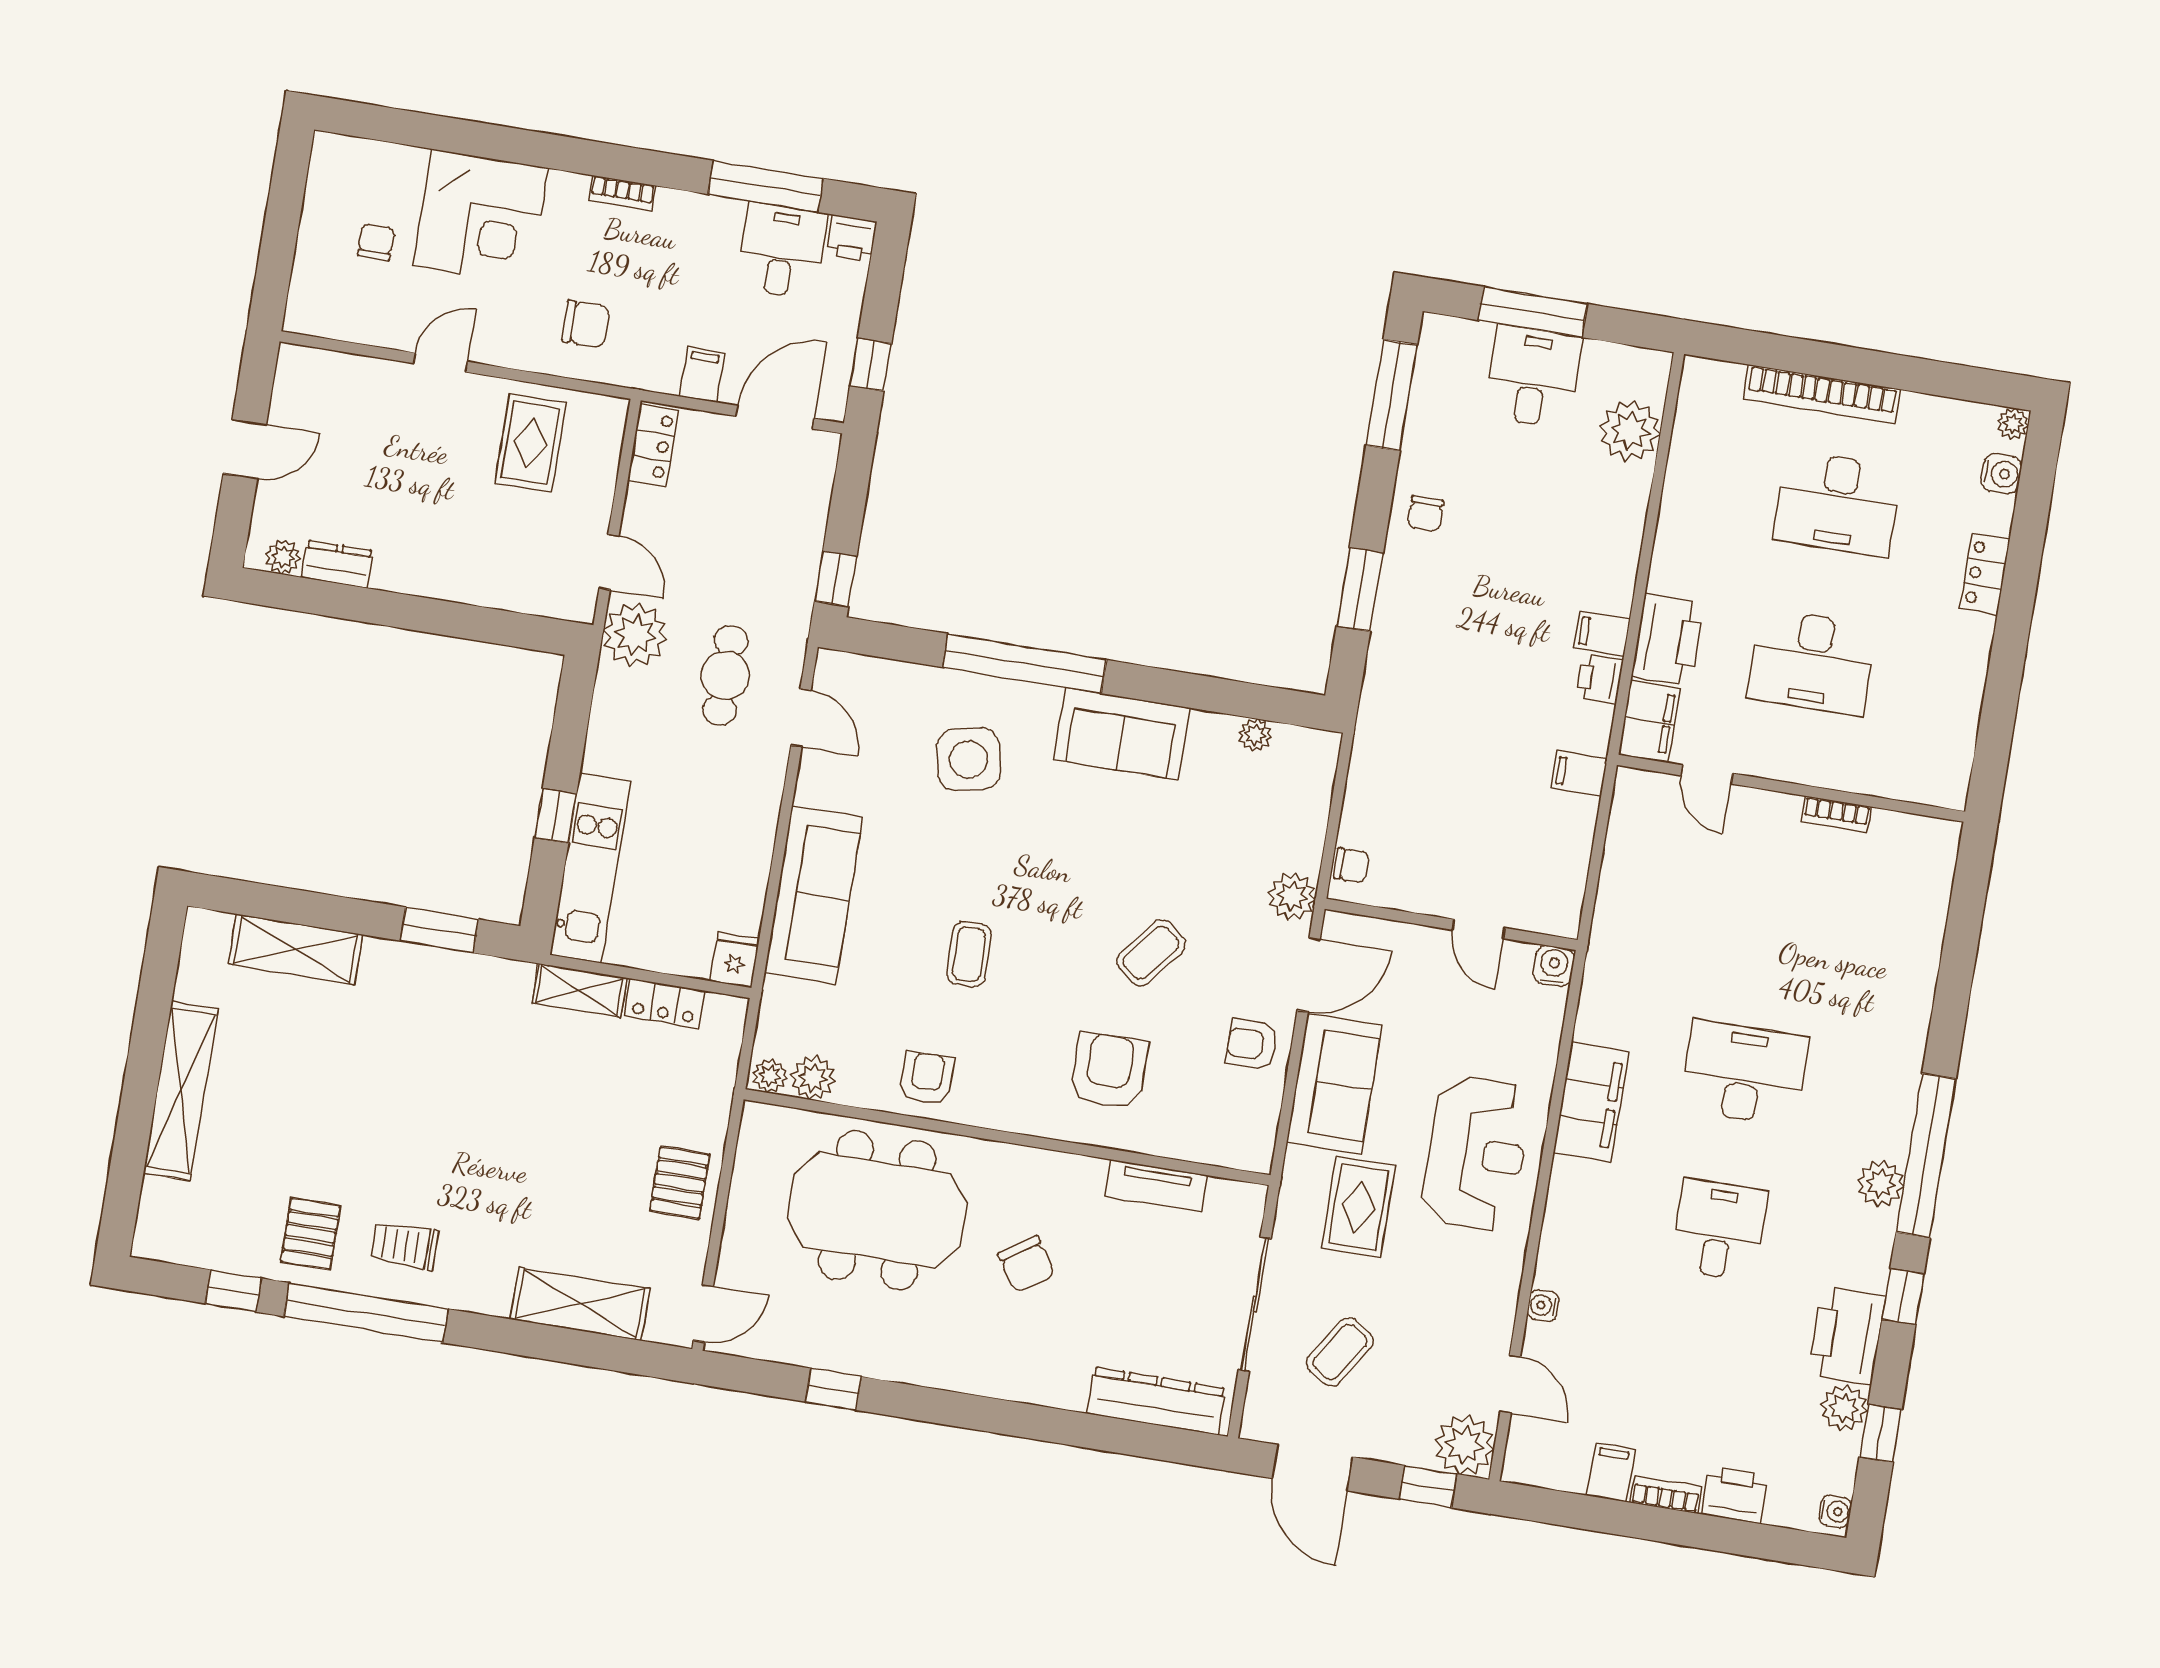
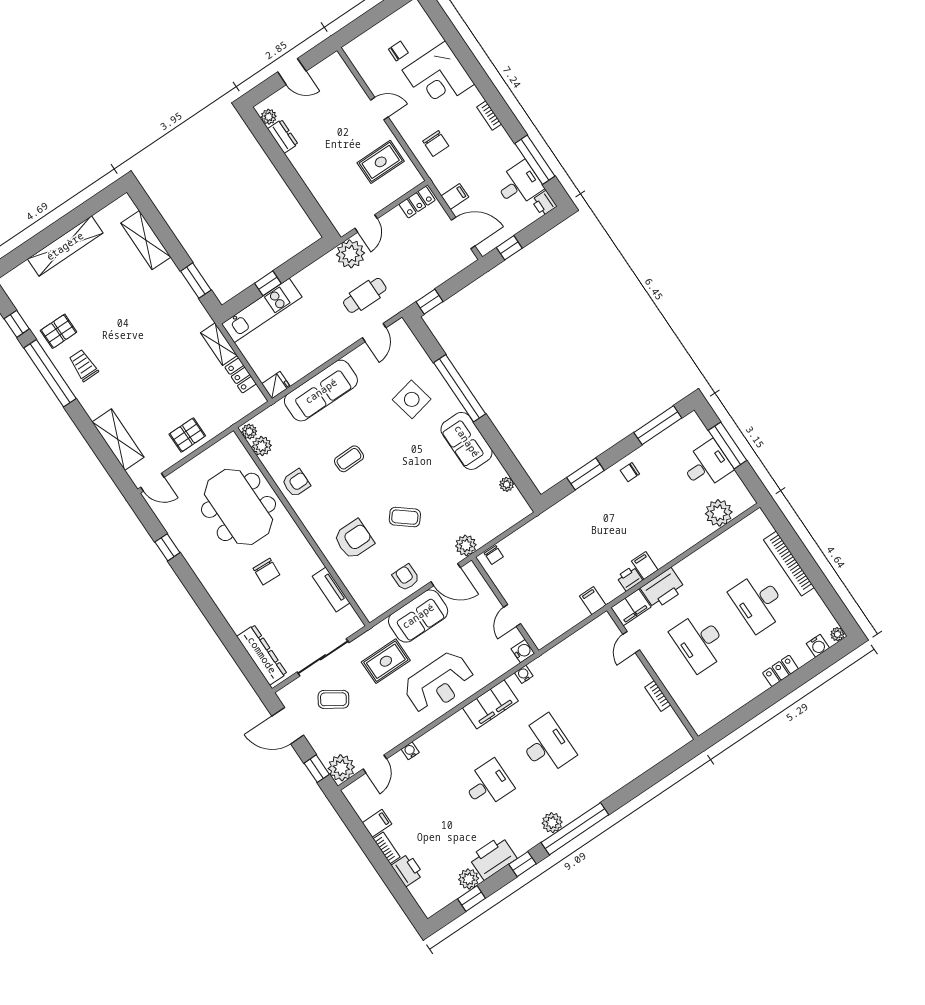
chair: (1026, 1264) -> (266, 571), turned -53
door: (1312, 1468) -> (288, 726), hinge flipped
water cooler: (1835, 1511) -> (524, 674), moved, turned 180

